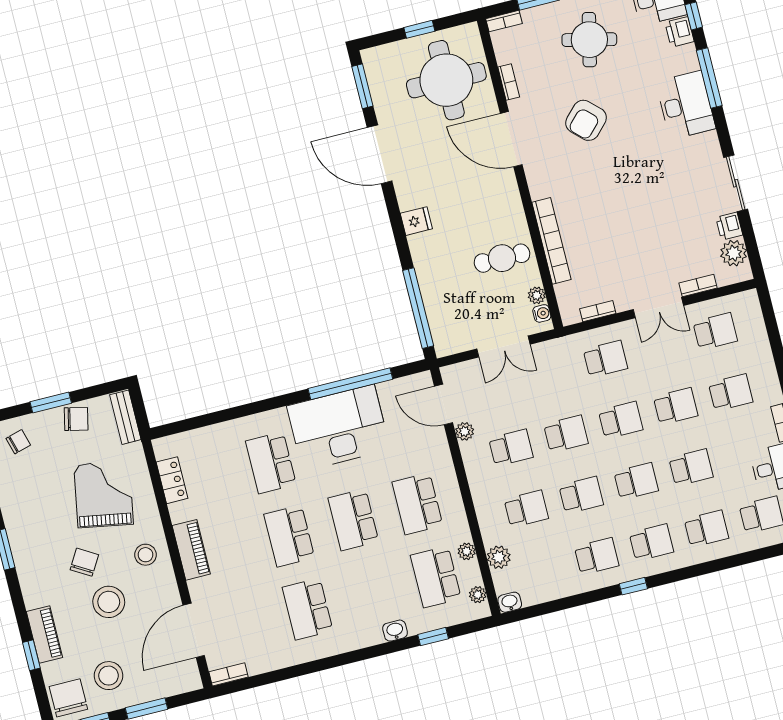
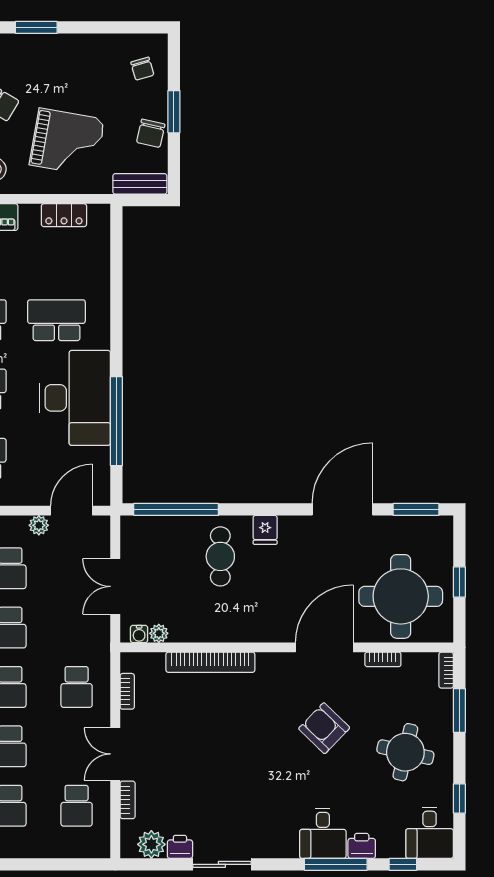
printer: (680, 32) -> (362, 846), moved
desk: (686, 105) -> (323, 833), width x0.73
cafe table: (502, 258) -> (220, 556), moved

